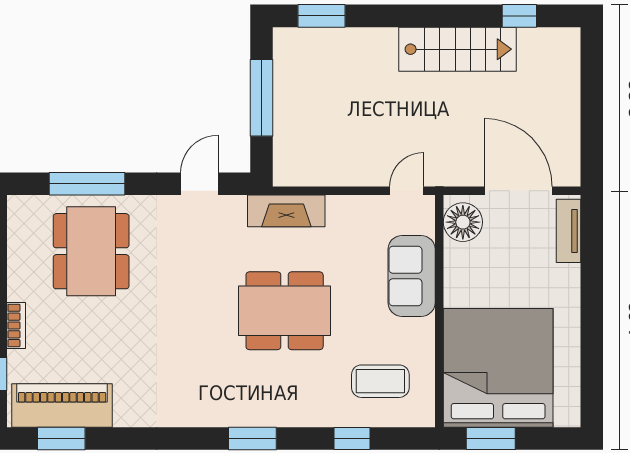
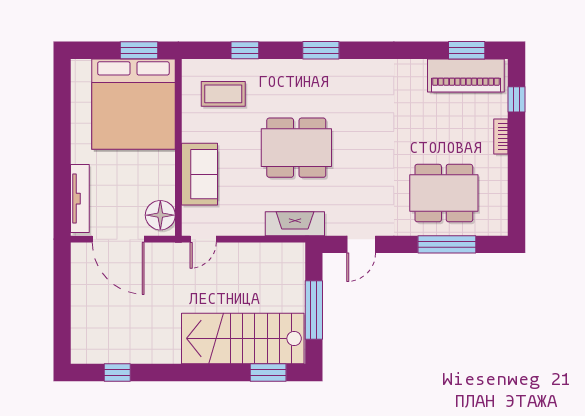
stairs: (458, 49) -> (243, 338), moved, width x1.36, depth x1.51
tv unit: (568, 231) -> (80, 199), width x1.41
dining table: (91, 251) -> (444, 193), turned 90

